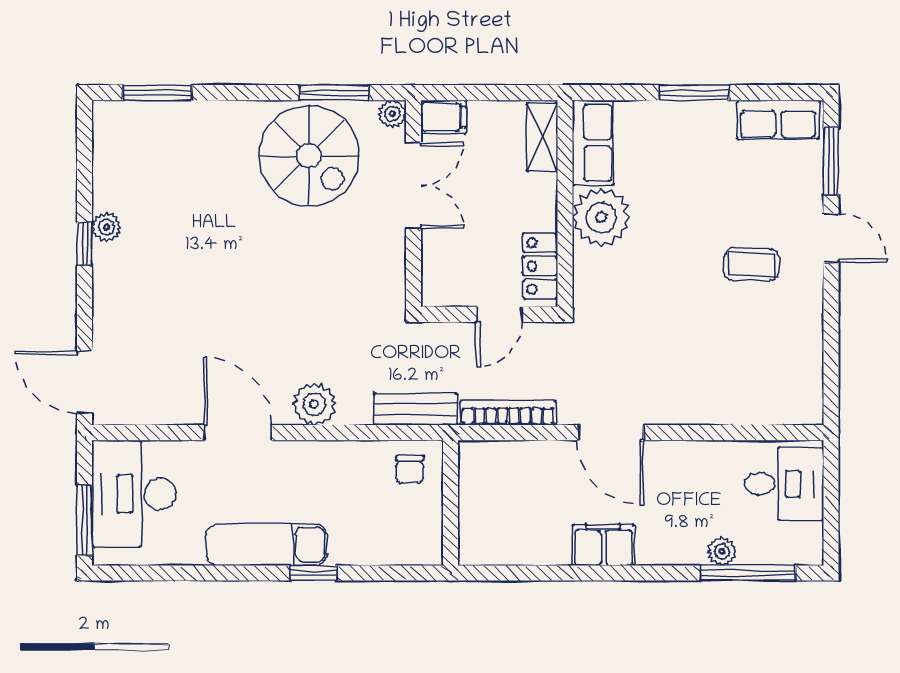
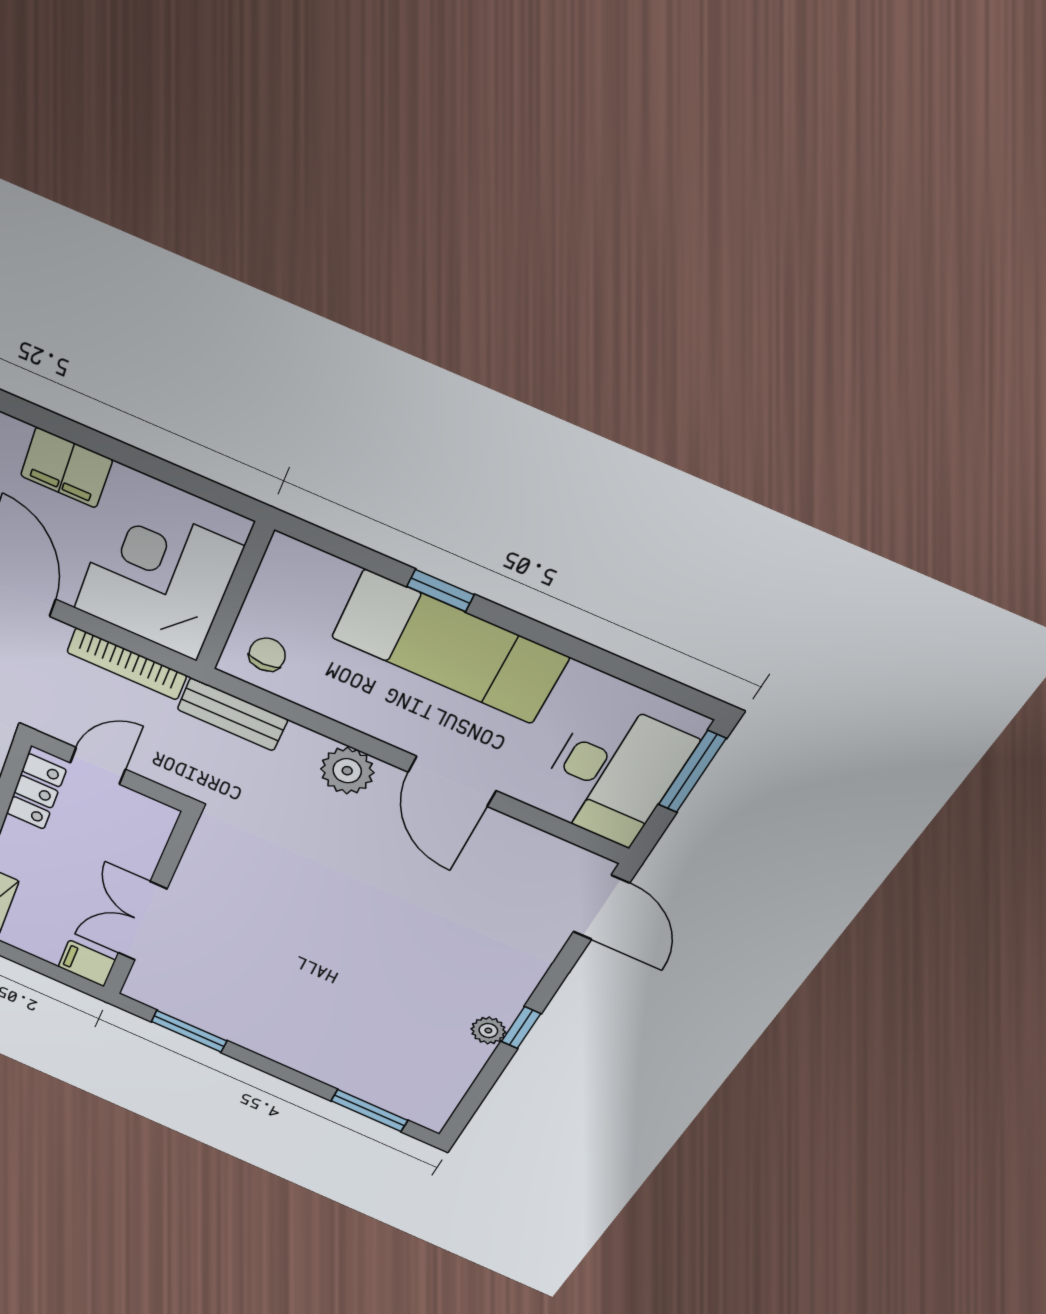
plant: (392, 114) -> (138, 989), removed
spiral stairs: (309, 156) -> (240, 993), removed
corner desk: (510, 492) -> (158, 578), added
exam couch: (267, 545) -> (449, 647), width x1.36, depth x1.45

